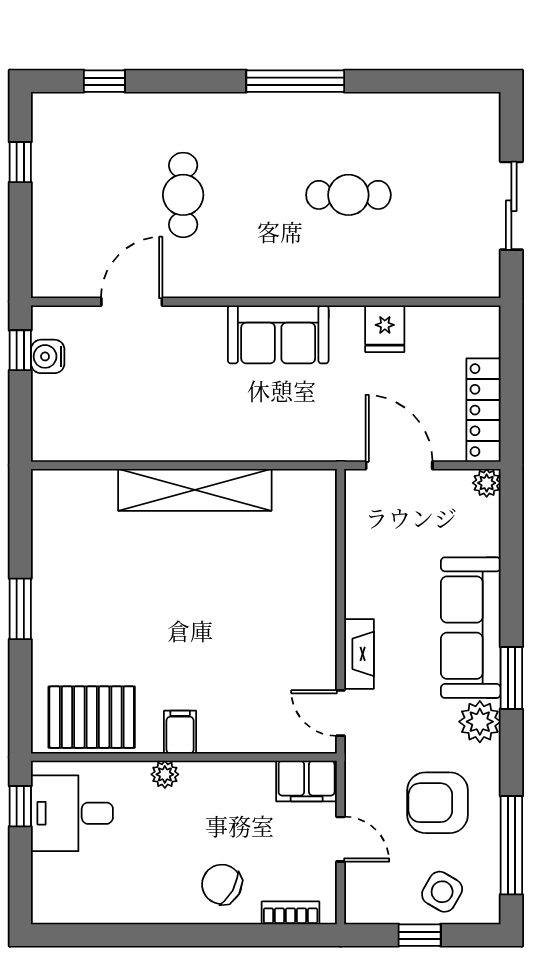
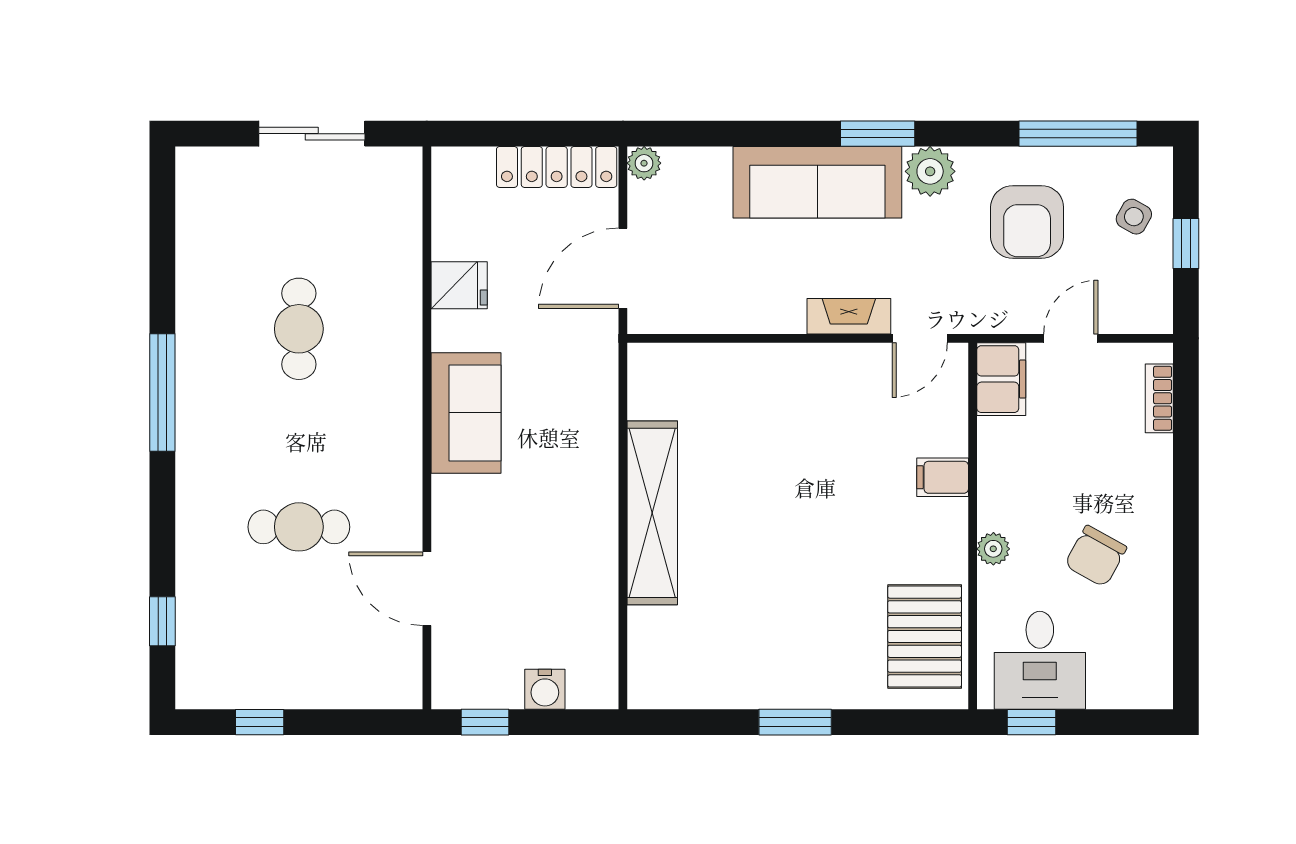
water cooler: (48, 356) -> (545, 689), moved
filing cabinet: (180, 732) -> (943, 477), moved
chair: (222, 884) -> (1096, 556), moved
side table: (442, 892) -> (1134, 217), width x0.73, depth x0.73

